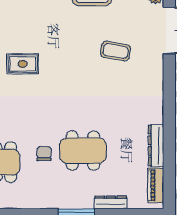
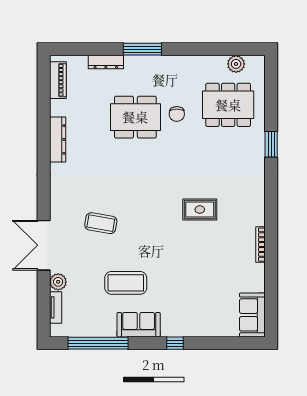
dresser: (156, 146) -> (58, 139), moved

